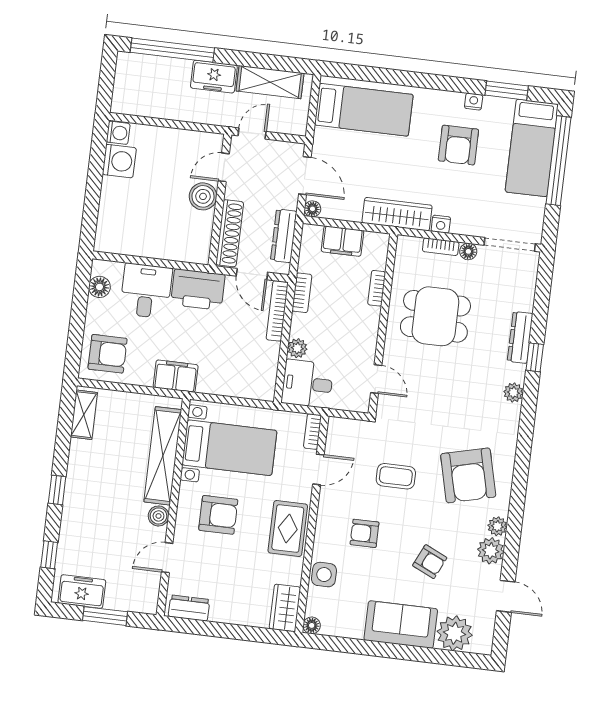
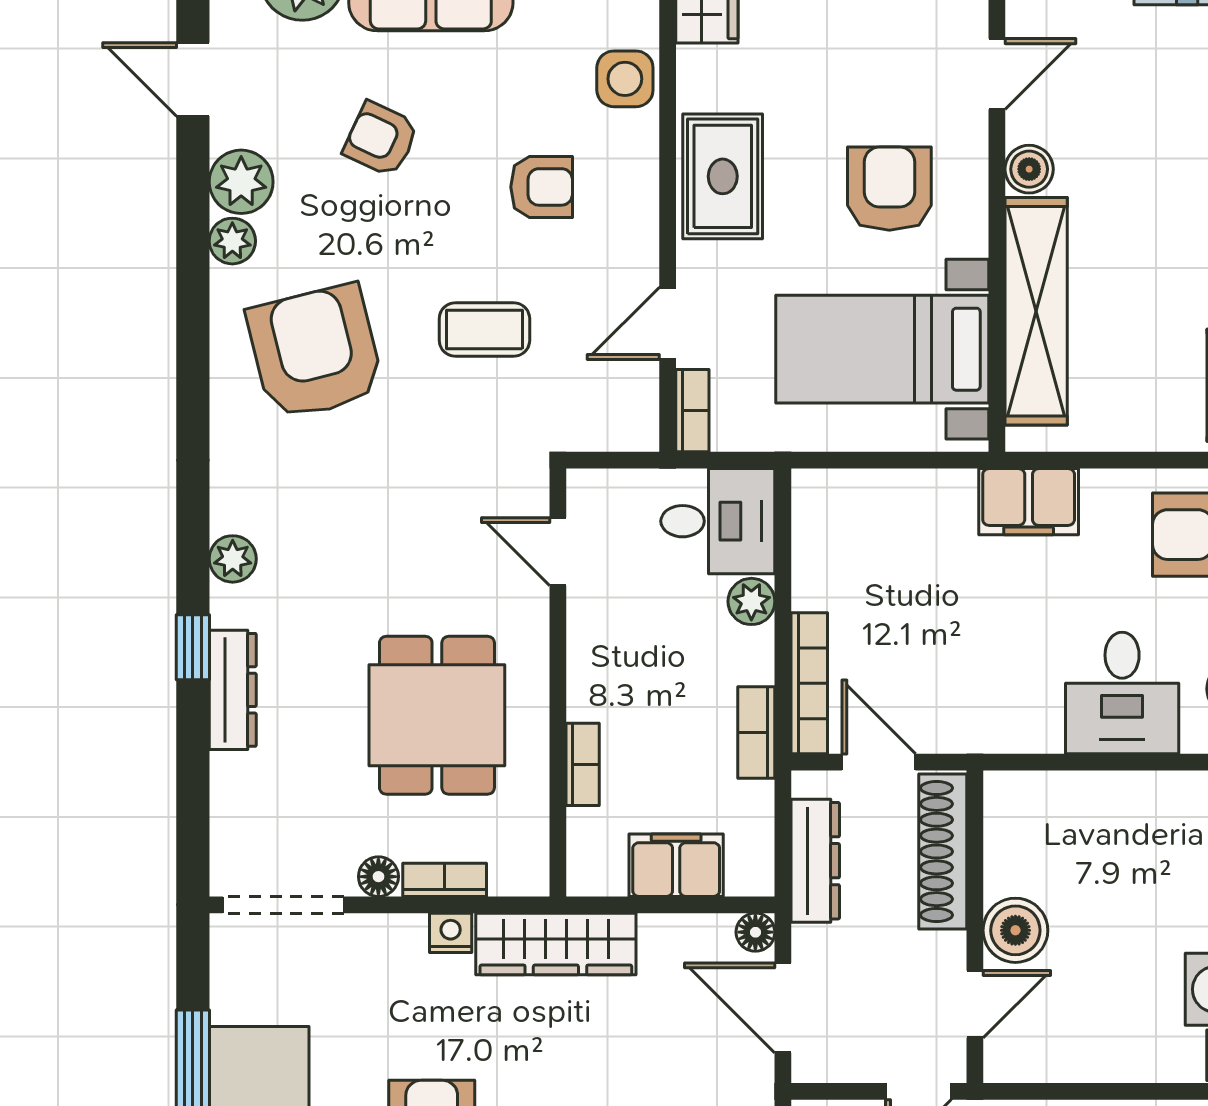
printer: (198, 290) -> (1001, 711), removed
dining table: (435, 316) -> (437, 715), turned 90
armchair: (218, 515) -> (889, 189), turned 90

